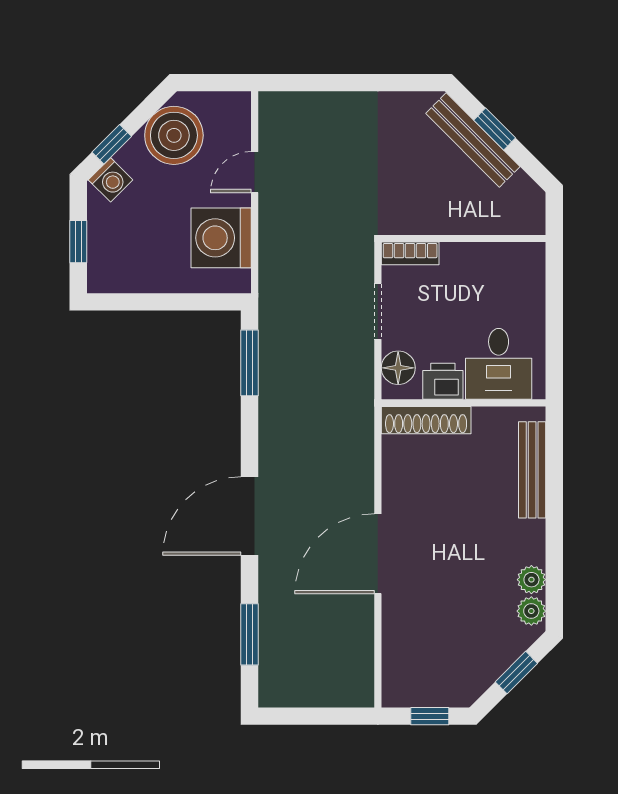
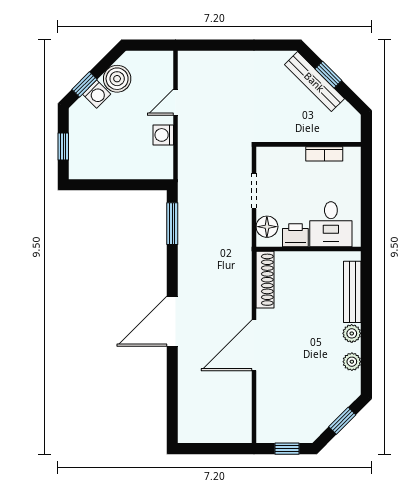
boiler: (174, 135) -> (117, 79), width x0.73, depth x0.73
washing machine: (111, 180) -> (97, 94), moved
washing machine: (221, 238) -> (163, 135), width x0.53, depth x0.53
bookcase: (410, 253) -> (324, 154), moved
shoe rack: (426, 420) -> (265, 280), moved, turned -90
plant: (531, 611) -> (352, 333), moved
window: (249, 634) -> (172, 396), removed

